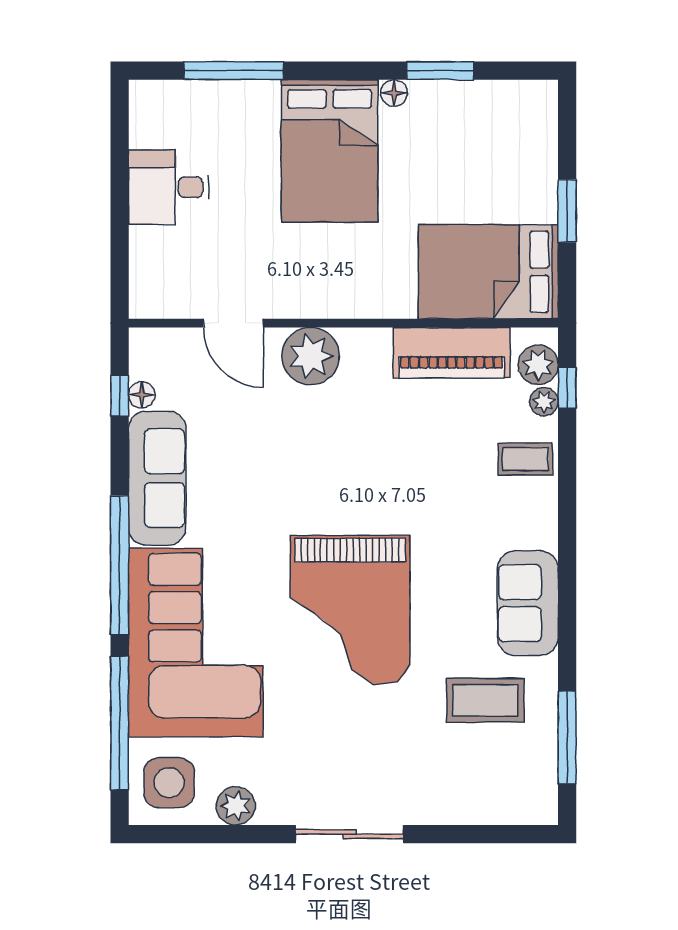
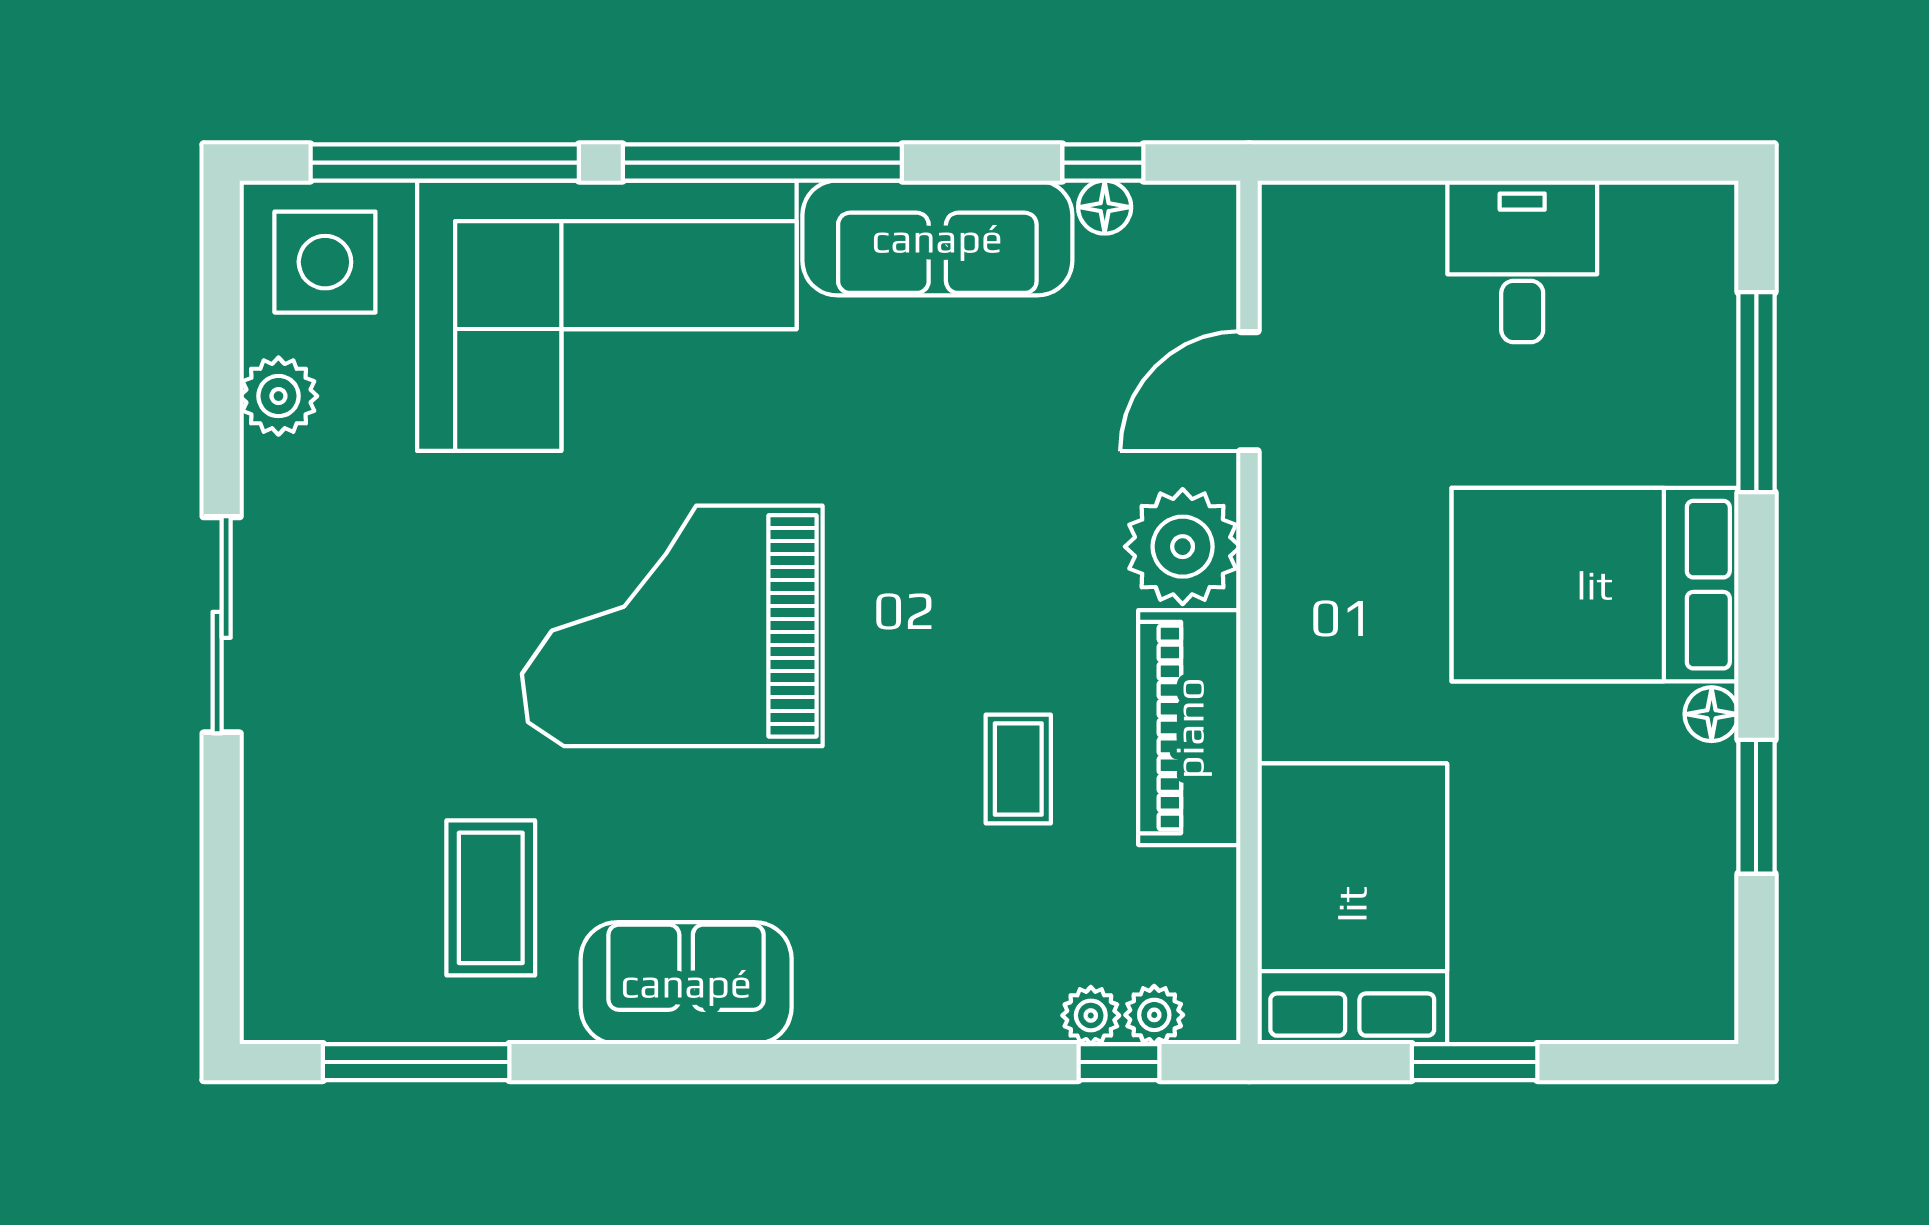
piano: (452, 353) -> (1189, 728), moved
plant: (538, 365) -> (1154, 1015), width x0.73, depth x0.73
coffee table: (525, 459) -> (1018, 769), moved

